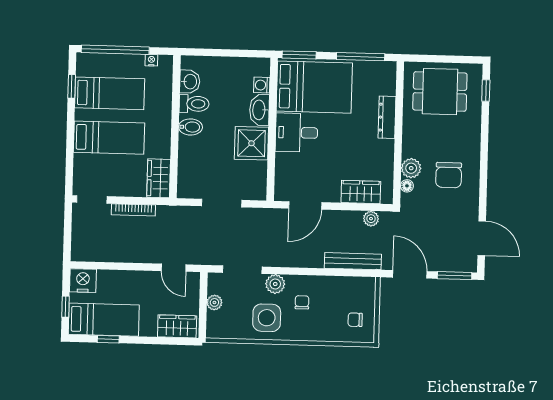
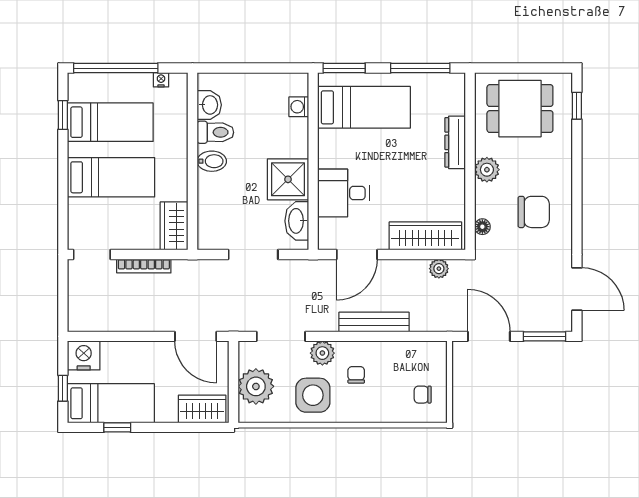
bed: (314, 87) -> (364, 107), width x0.67
washbasin: (259, 110) -> (297, 221), moved
desk: (296, 133) -> (343, 193), moved
plant: (411, 168) -> (487, 170), moved
chair: (449, 175) -> (534, 212), turned -90
wardrobe: (361, 192) -> (425, 236), width x1.50
bench: (353, 261) -> (374, 322), moved
door: (174, 268) -> (196, 336), width x1.38
plant: (214, 302) -> (256, 386), width x1.88, depth x1.88

